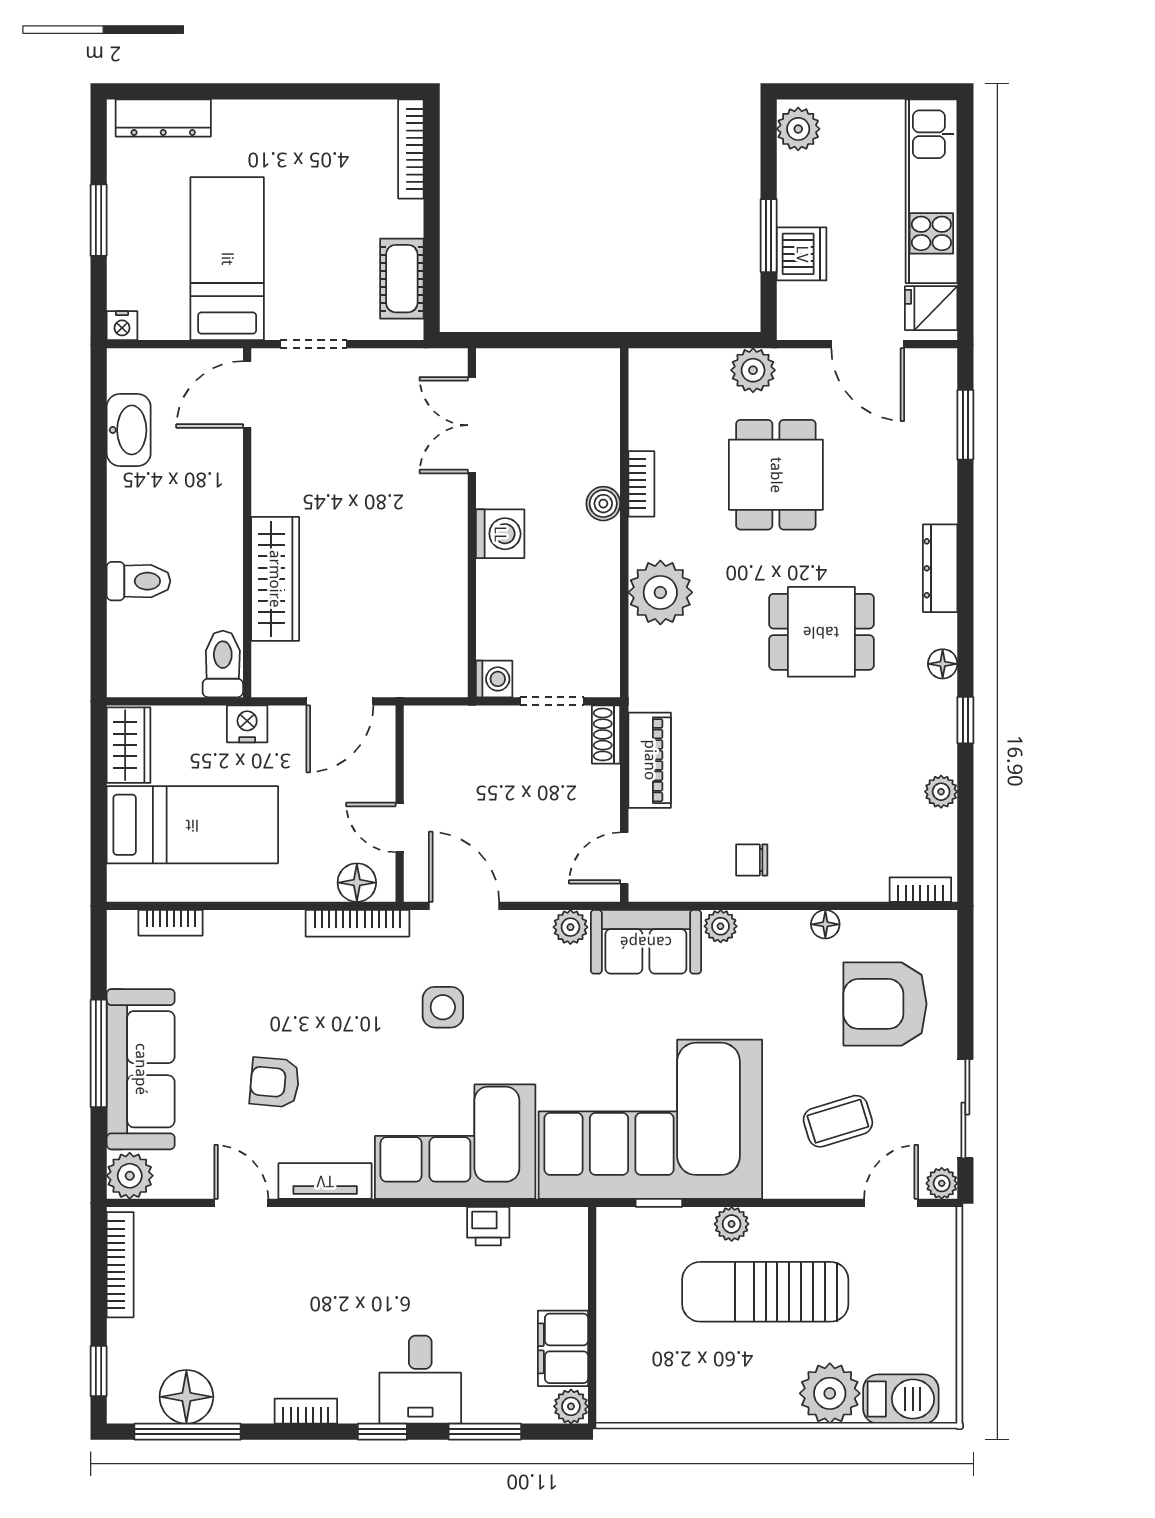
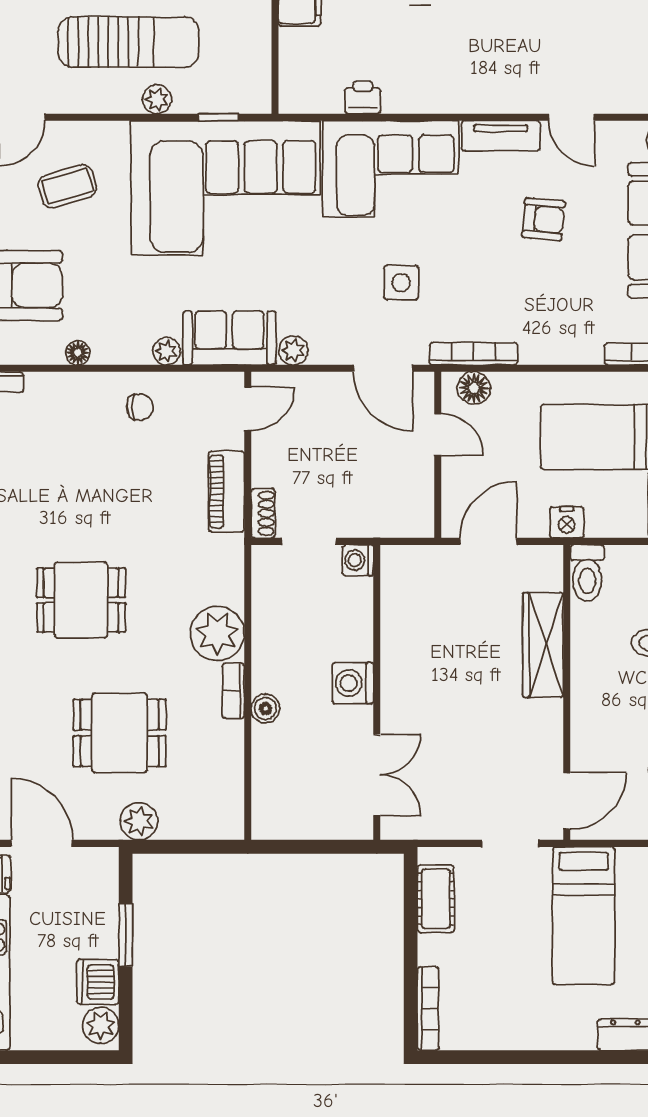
dishwasher: (802, 254) -> (98, 982), moved
dining table: (776, 475) -> (120, 733), turned 90
bookcase: (641, 484) -> (233, 691), moved

